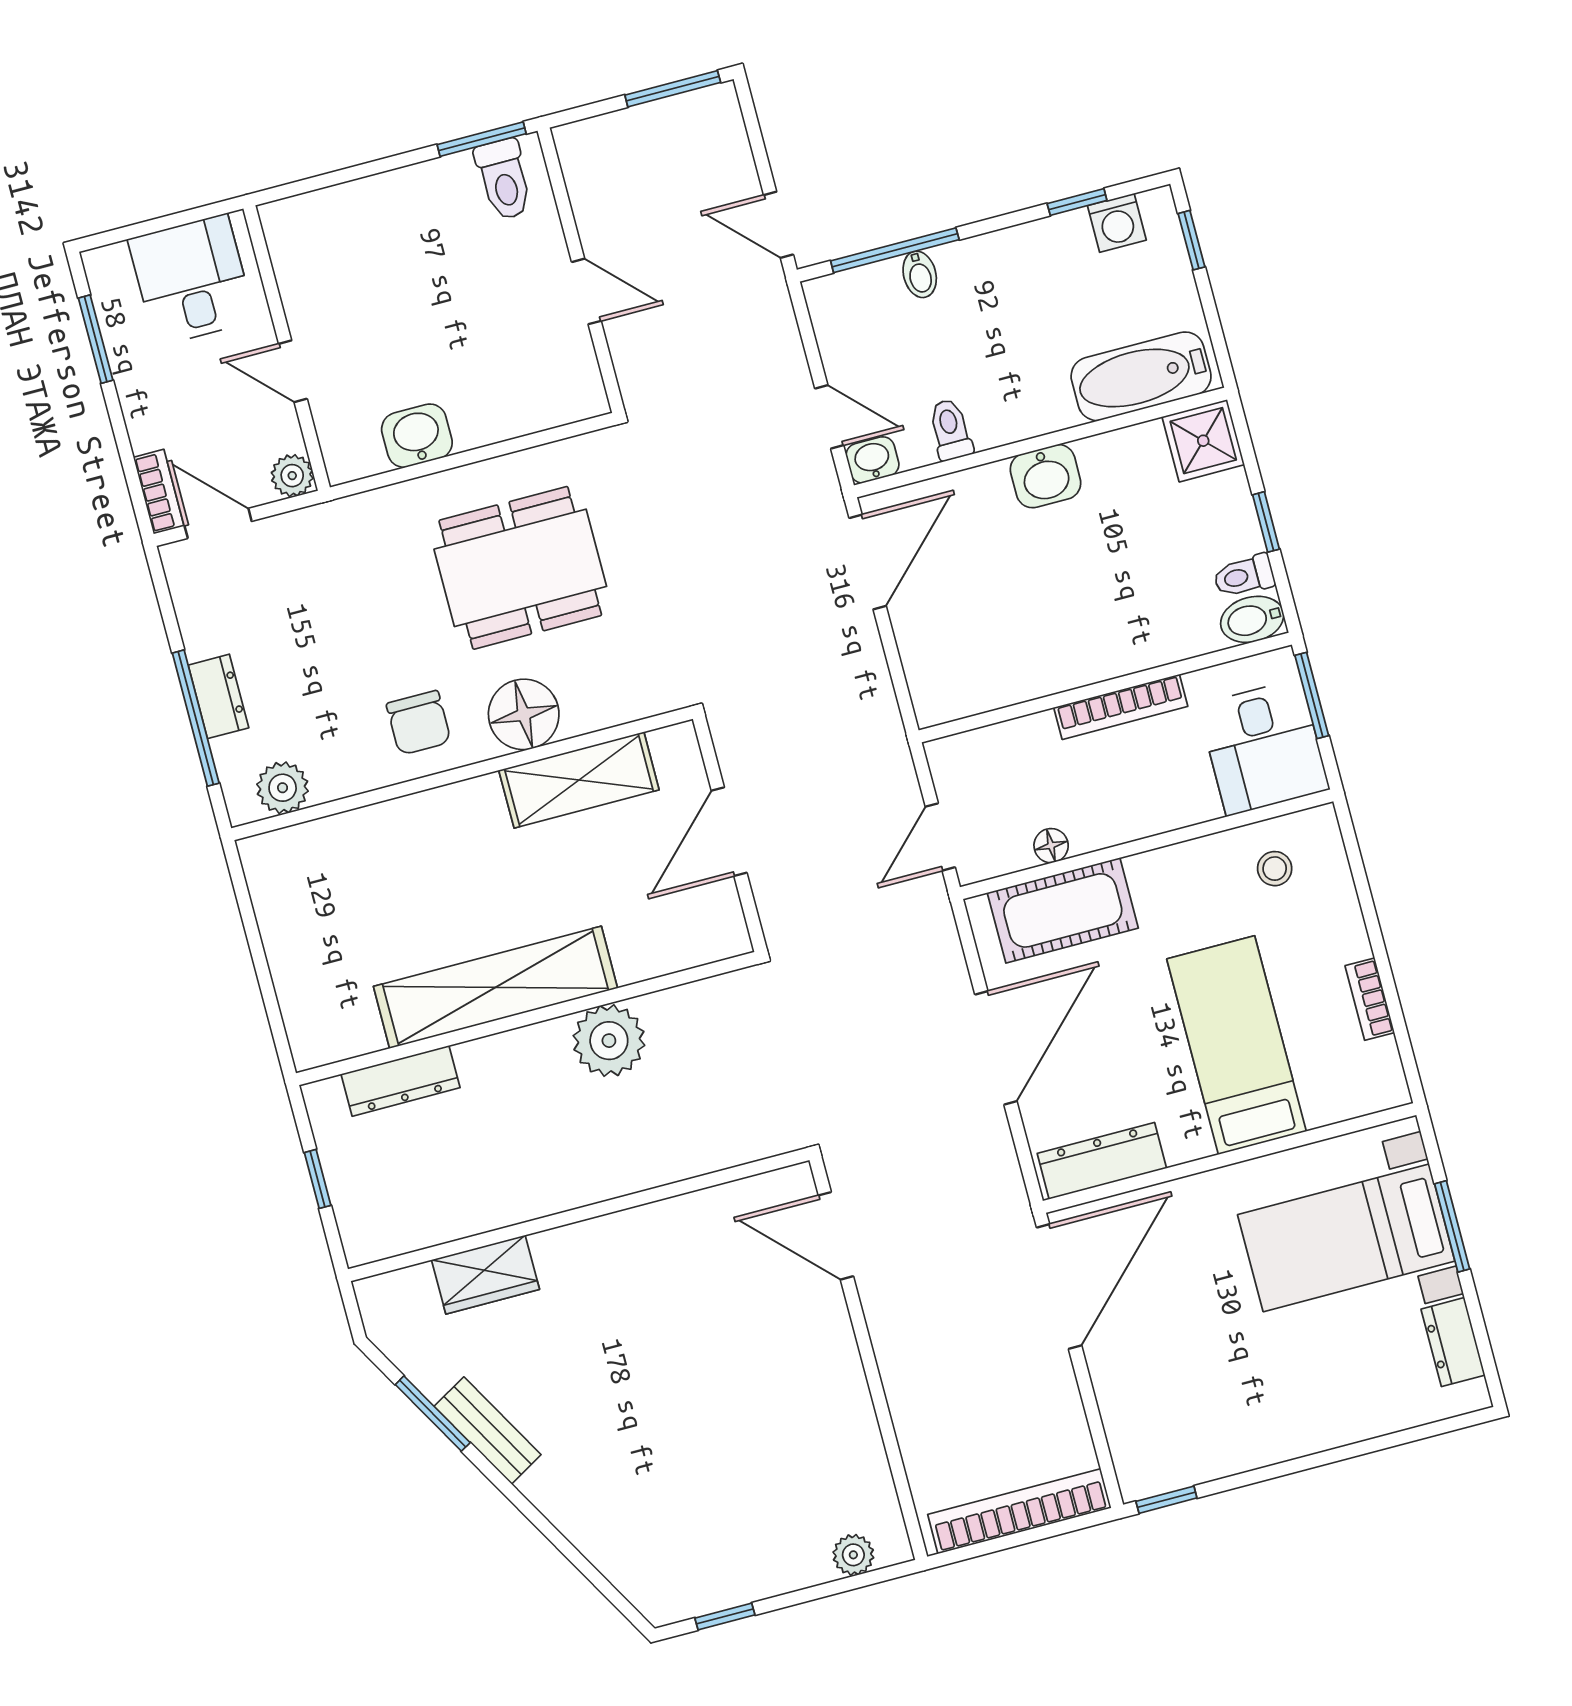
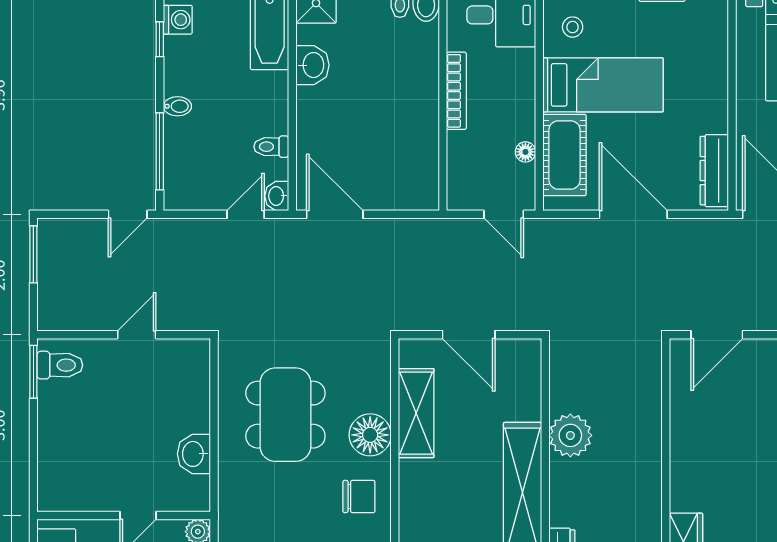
bidet: (920, 274) -> (177, 106), moved
washbasin: (1046, 476) -> (312, 65), moved
bed: (1237, 1045) -> (603, 85), moved, turned 180

